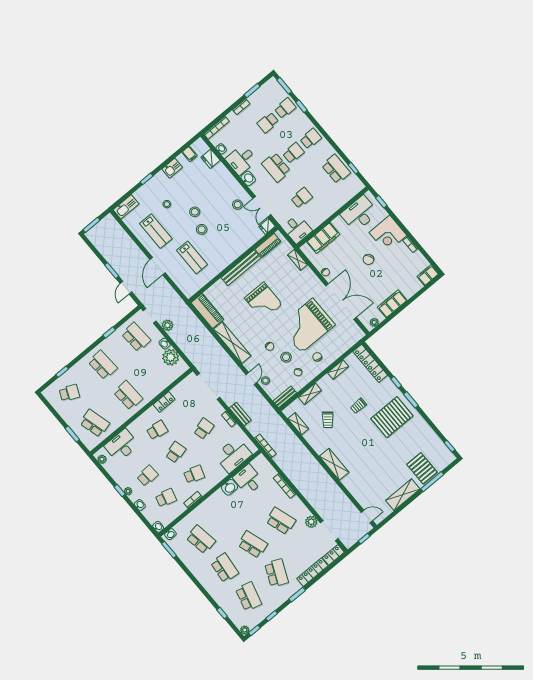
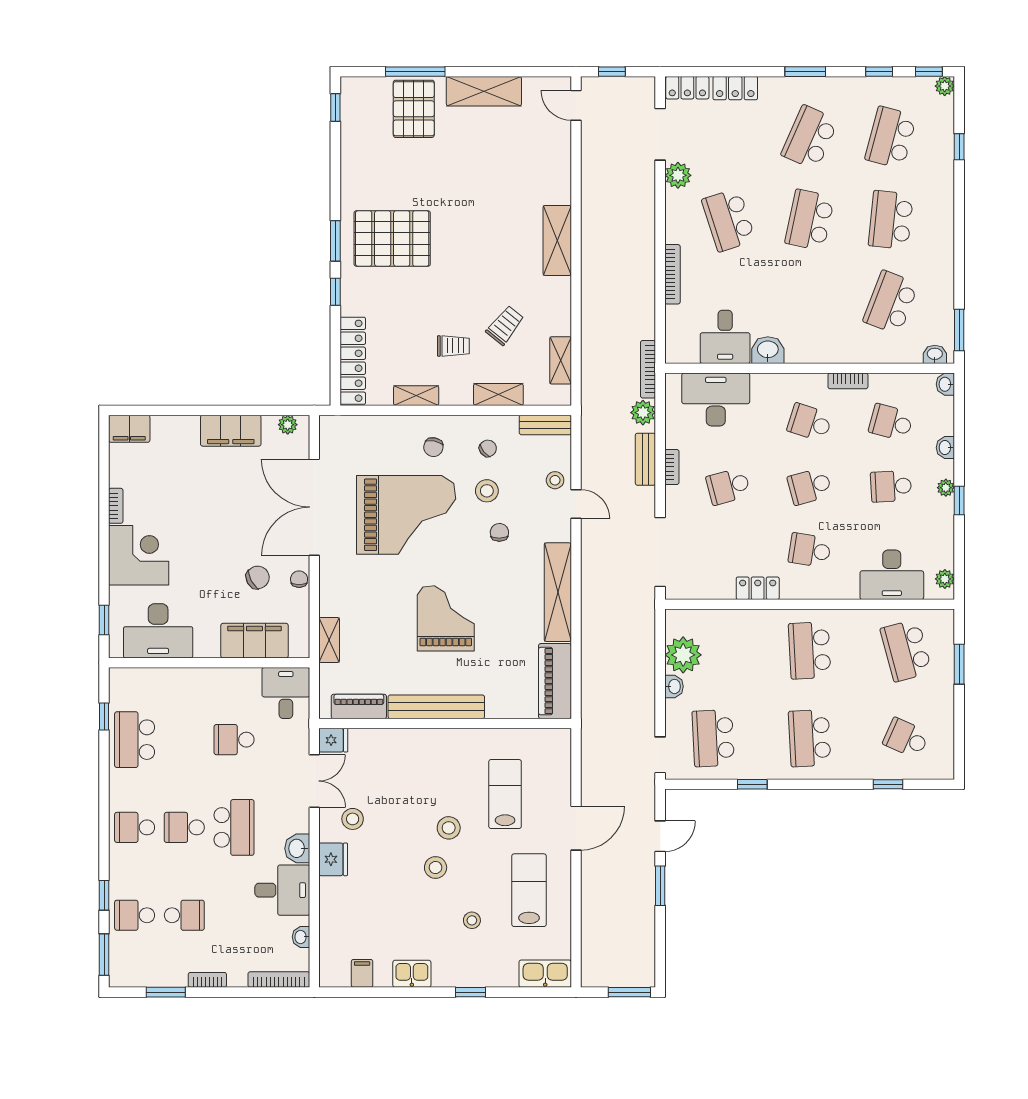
fridge: (211, 159) -> (333, 859), moved
chair: (368, 259) -> (258, 577), moved
plant: (167, 325) -> (643, 413), moved
door: (251, 378) -> (576, 504), swing flipped
trolley: (358, 406) -> (453, 346), moved
school desk: (201, 539) -> (891, 302), turned 30
school desk: (253, 544) -> (810, 220), turned 30
locker: (312, 572) -> (735, 88), width x0.66

